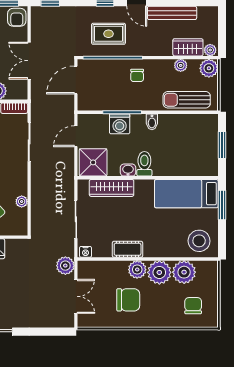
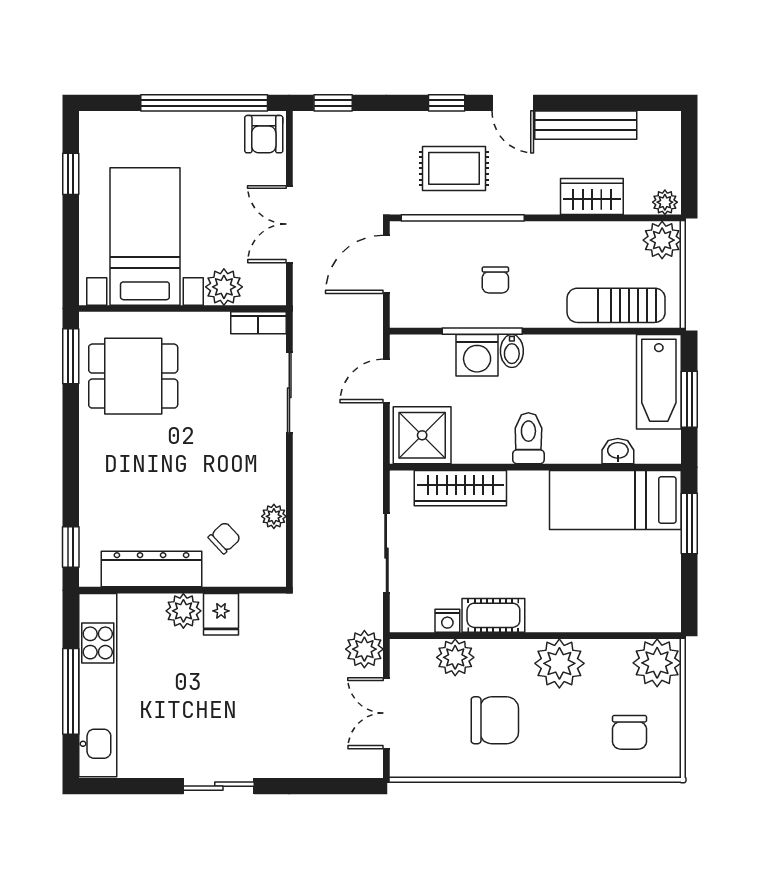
wardrobe: (188, 47) -> (592, 197), moved
plant: (181, 65) -> (604, 234), removed
chair: (137, 75) -> (495, 280), moved
bidet: (152, 122) -> (512, 351), moved
bathtub: (207, 137) -> (659, 382), added
washbasin: (128, 170) -> (618, 451), moved
stool: (199, 241) -> (642, 598), removed
nightstand: (86, 252) -> (447, 621), moved
plant: (137, 270) -> (455, 657), moved
plant: (184, 272) -> (657, 663), moved
double door: (76, 296) -> (386, 713), swing flipped
chair: (193, 306) -> (629, 732), turned 180

